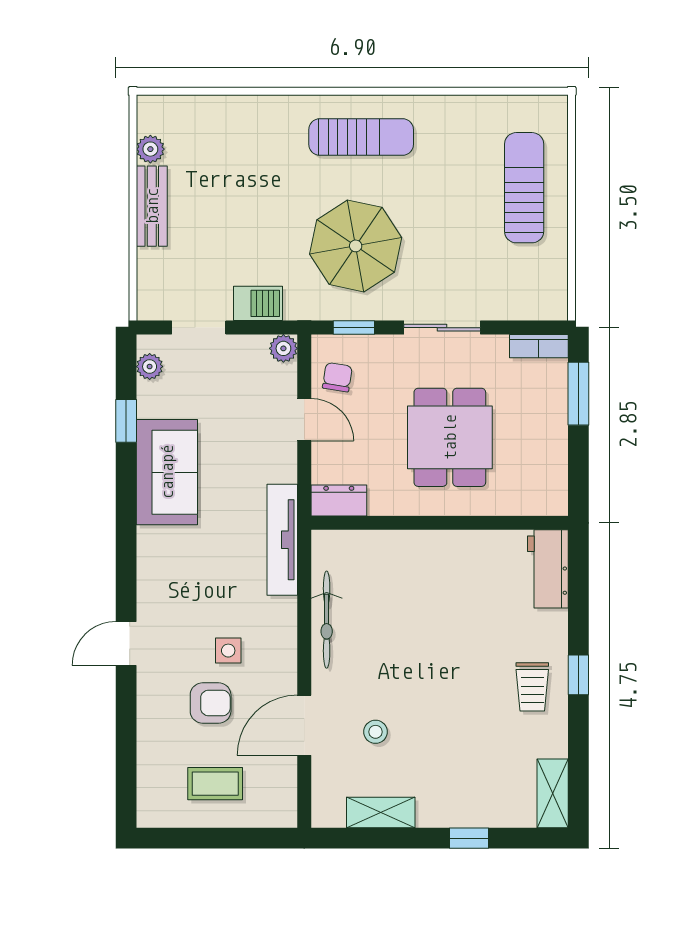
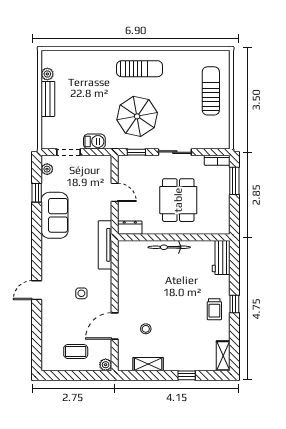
plant: (283, 348) -> (106, 365), moved
chair: (337, 377) -> (129, 174), removed
bicycle: (327, 620) -> (169, 247), moved, turned 90
armchair: (211, 703) -> (74, 316), removed

